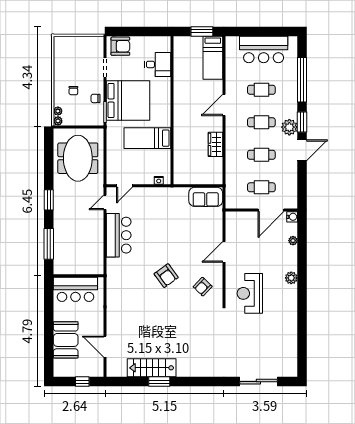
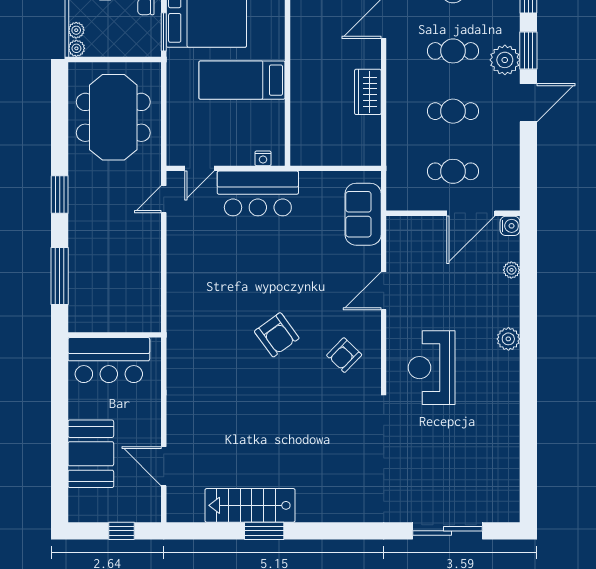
sofa: (206, 197) -> (363, 214), moved, turned 90
bar counter: (119, 235) -> (258, 193), moved, turned 90

